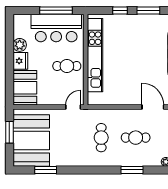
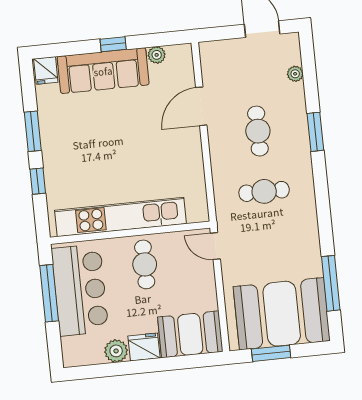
window: (46, 170) -> (331, 283), width x1.44

